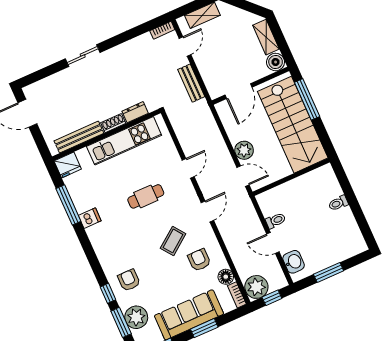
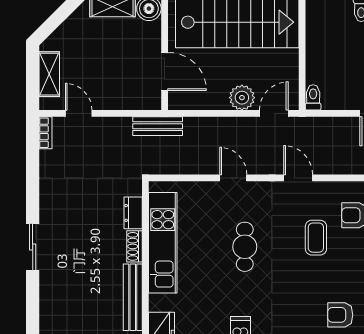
bench: (191, 83) -> (158, 126), moved
toilet: (276, 221) -> (313, 97), moved
coffee table: (173, 241) -> (316, 238), turned 37

